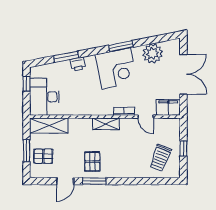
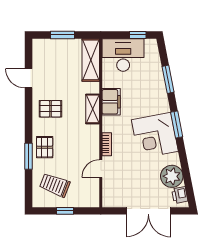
window: (121, 46) -> (177, 124), moved
printer: (78, 64) -> (180, 195), moved
filing cabinet: (168, 107) -> (111, 102), moved
shelving: (106, 124) -> (93, 109), moved
pallet: (43, 156) -> (45, 147), moved
window: (94, 181) -> (29, 156), moved

